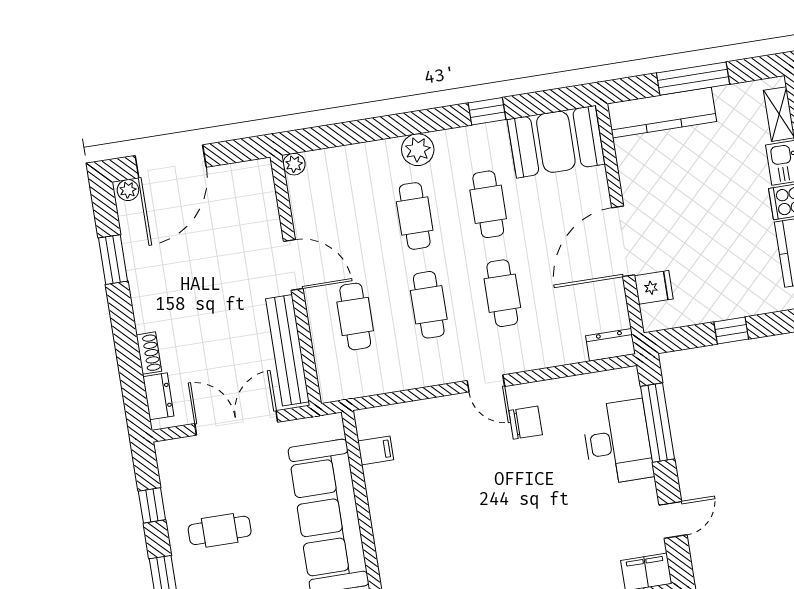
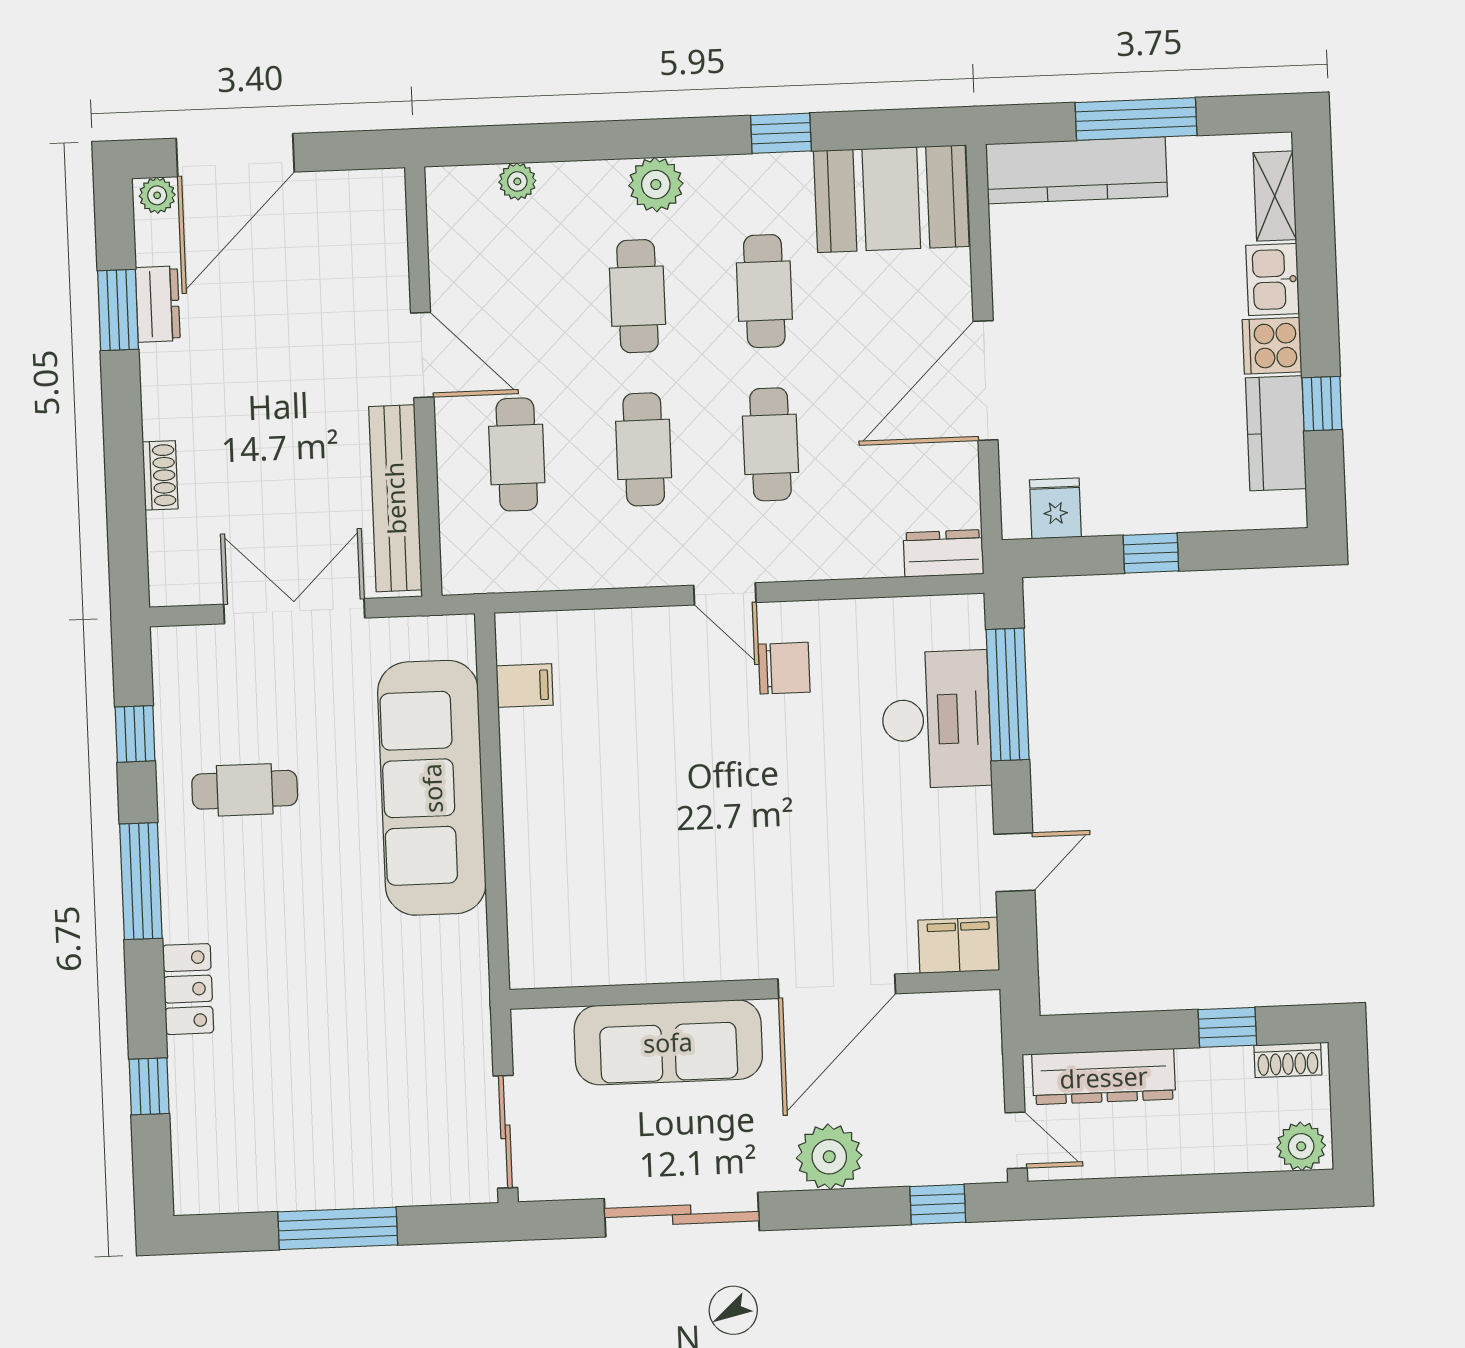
plant: (294, 164) -> (517, 181), moved
fridge: (654, 287) -> (1055, 508), moved, turned -90
dresser: (158, 396) -> (158, 304), moved

